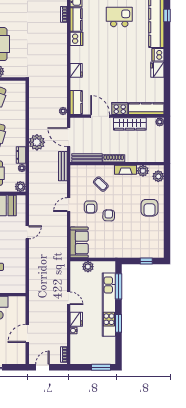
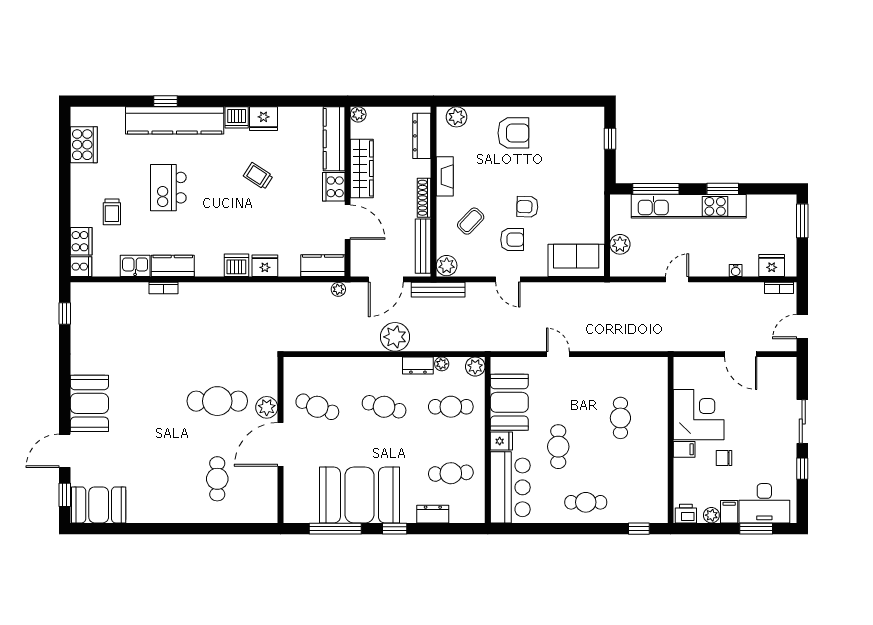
dishwasher: (76, 39) -> (236, 265), moved
trolley: (126, 67) -> (258, 176), added
door: (100, 116) -> (348, 222), swing flipped
dresser: (148, 157) -> (422, 136), added
plant: (143, 171) -> (447, 266), moved
fridge: (76, 319) -> (772, 266), moved
door: (42, 367) -> (802, 327), hinge flipped

